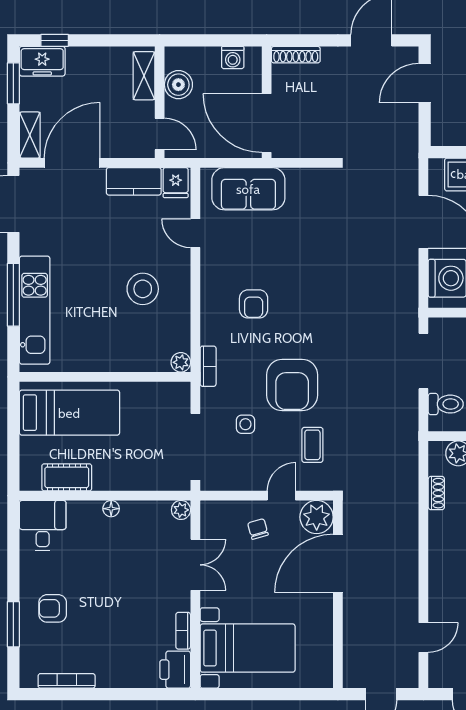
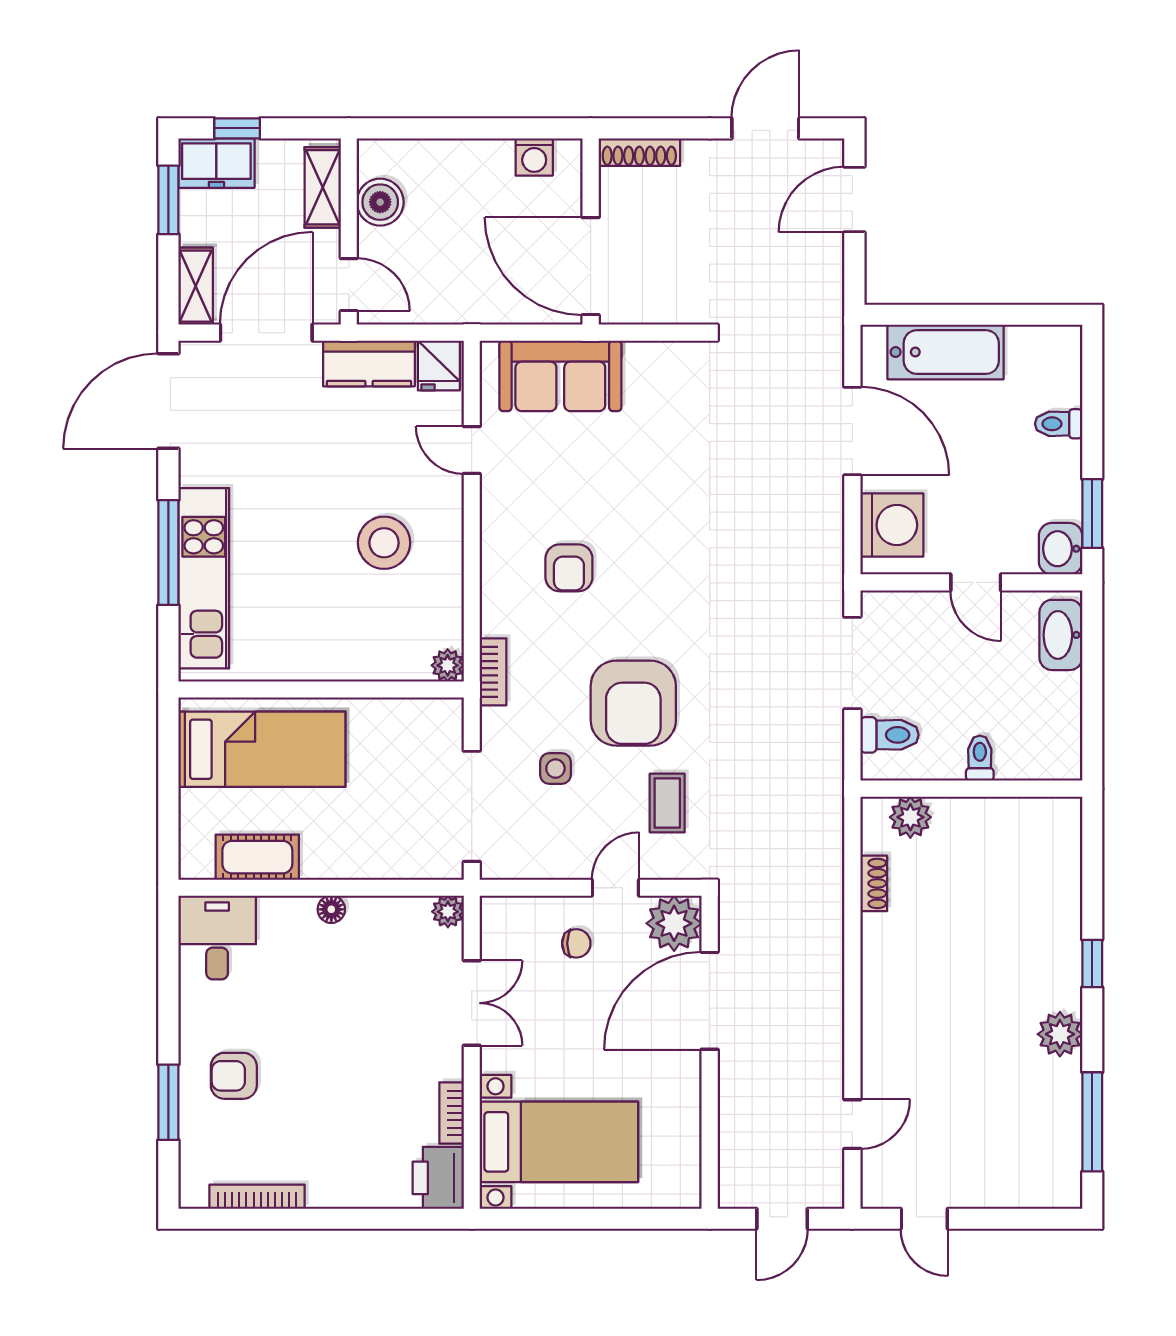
shelving: (144, 76) -> (323, 187), moved
boiler: (178, 85) -> (380, 202), moved
wall: (160, 102) -> (349, 231), moved
door: (160, 134) -> (349, 285), moved
chair: (258, 529) -> (576, 943), turned 106

